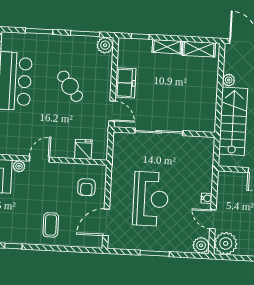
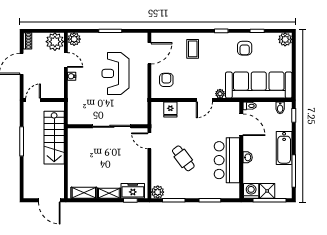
plant: (229, 80) -> (59, 170), removed
freezer: (125, 83) -> (133, 191), moved, turned 90

